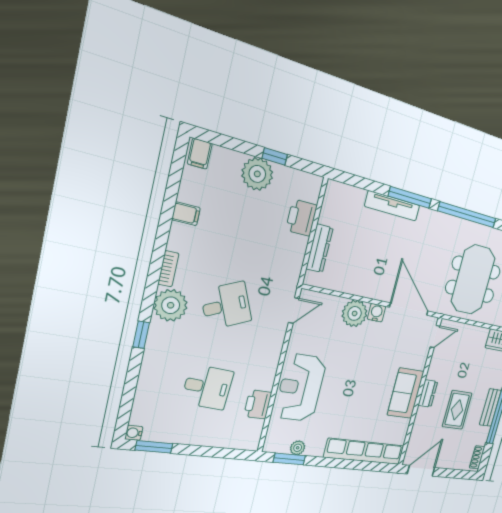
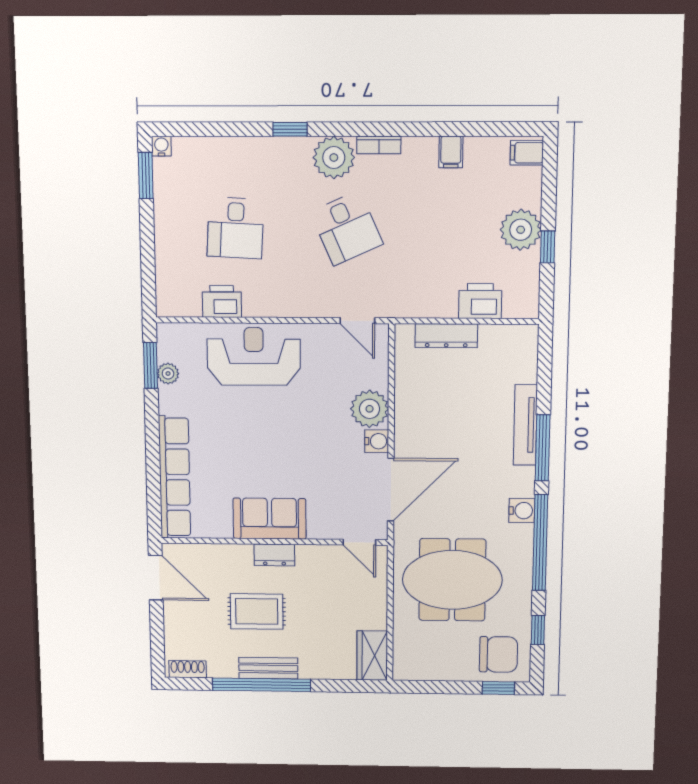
water cooler: (445, 222) -> (522, 511), added

